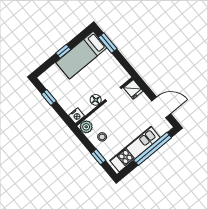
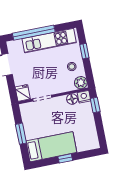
window: (108, 43) -> (21, 134), moved
window: (49, 98) -> (95, 105), moved
floor lamp: (96, 100) -> (72, 99), moved

